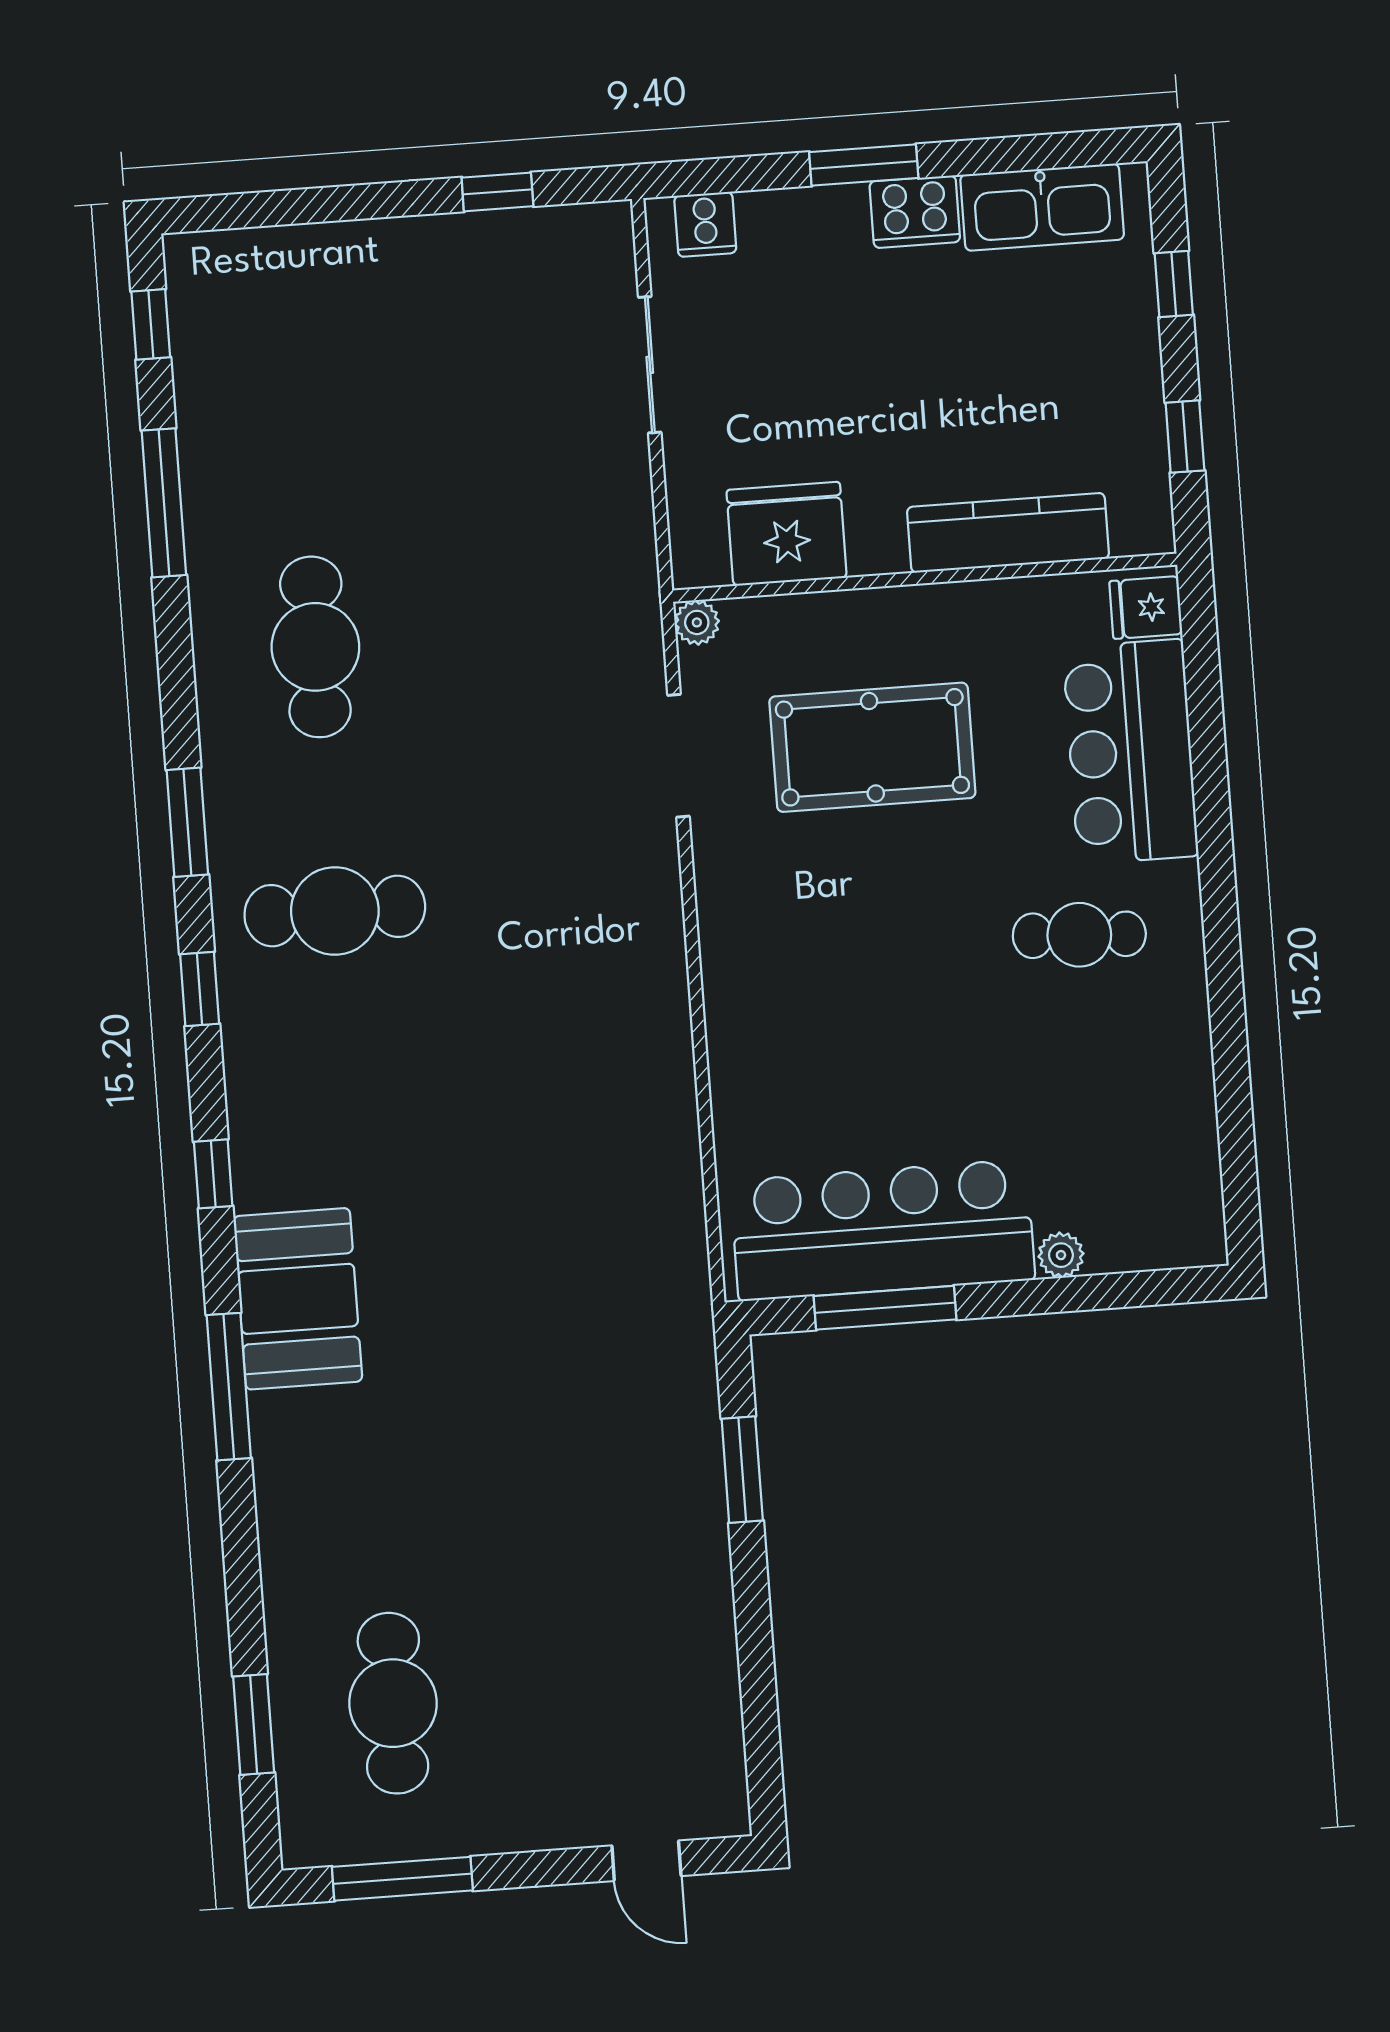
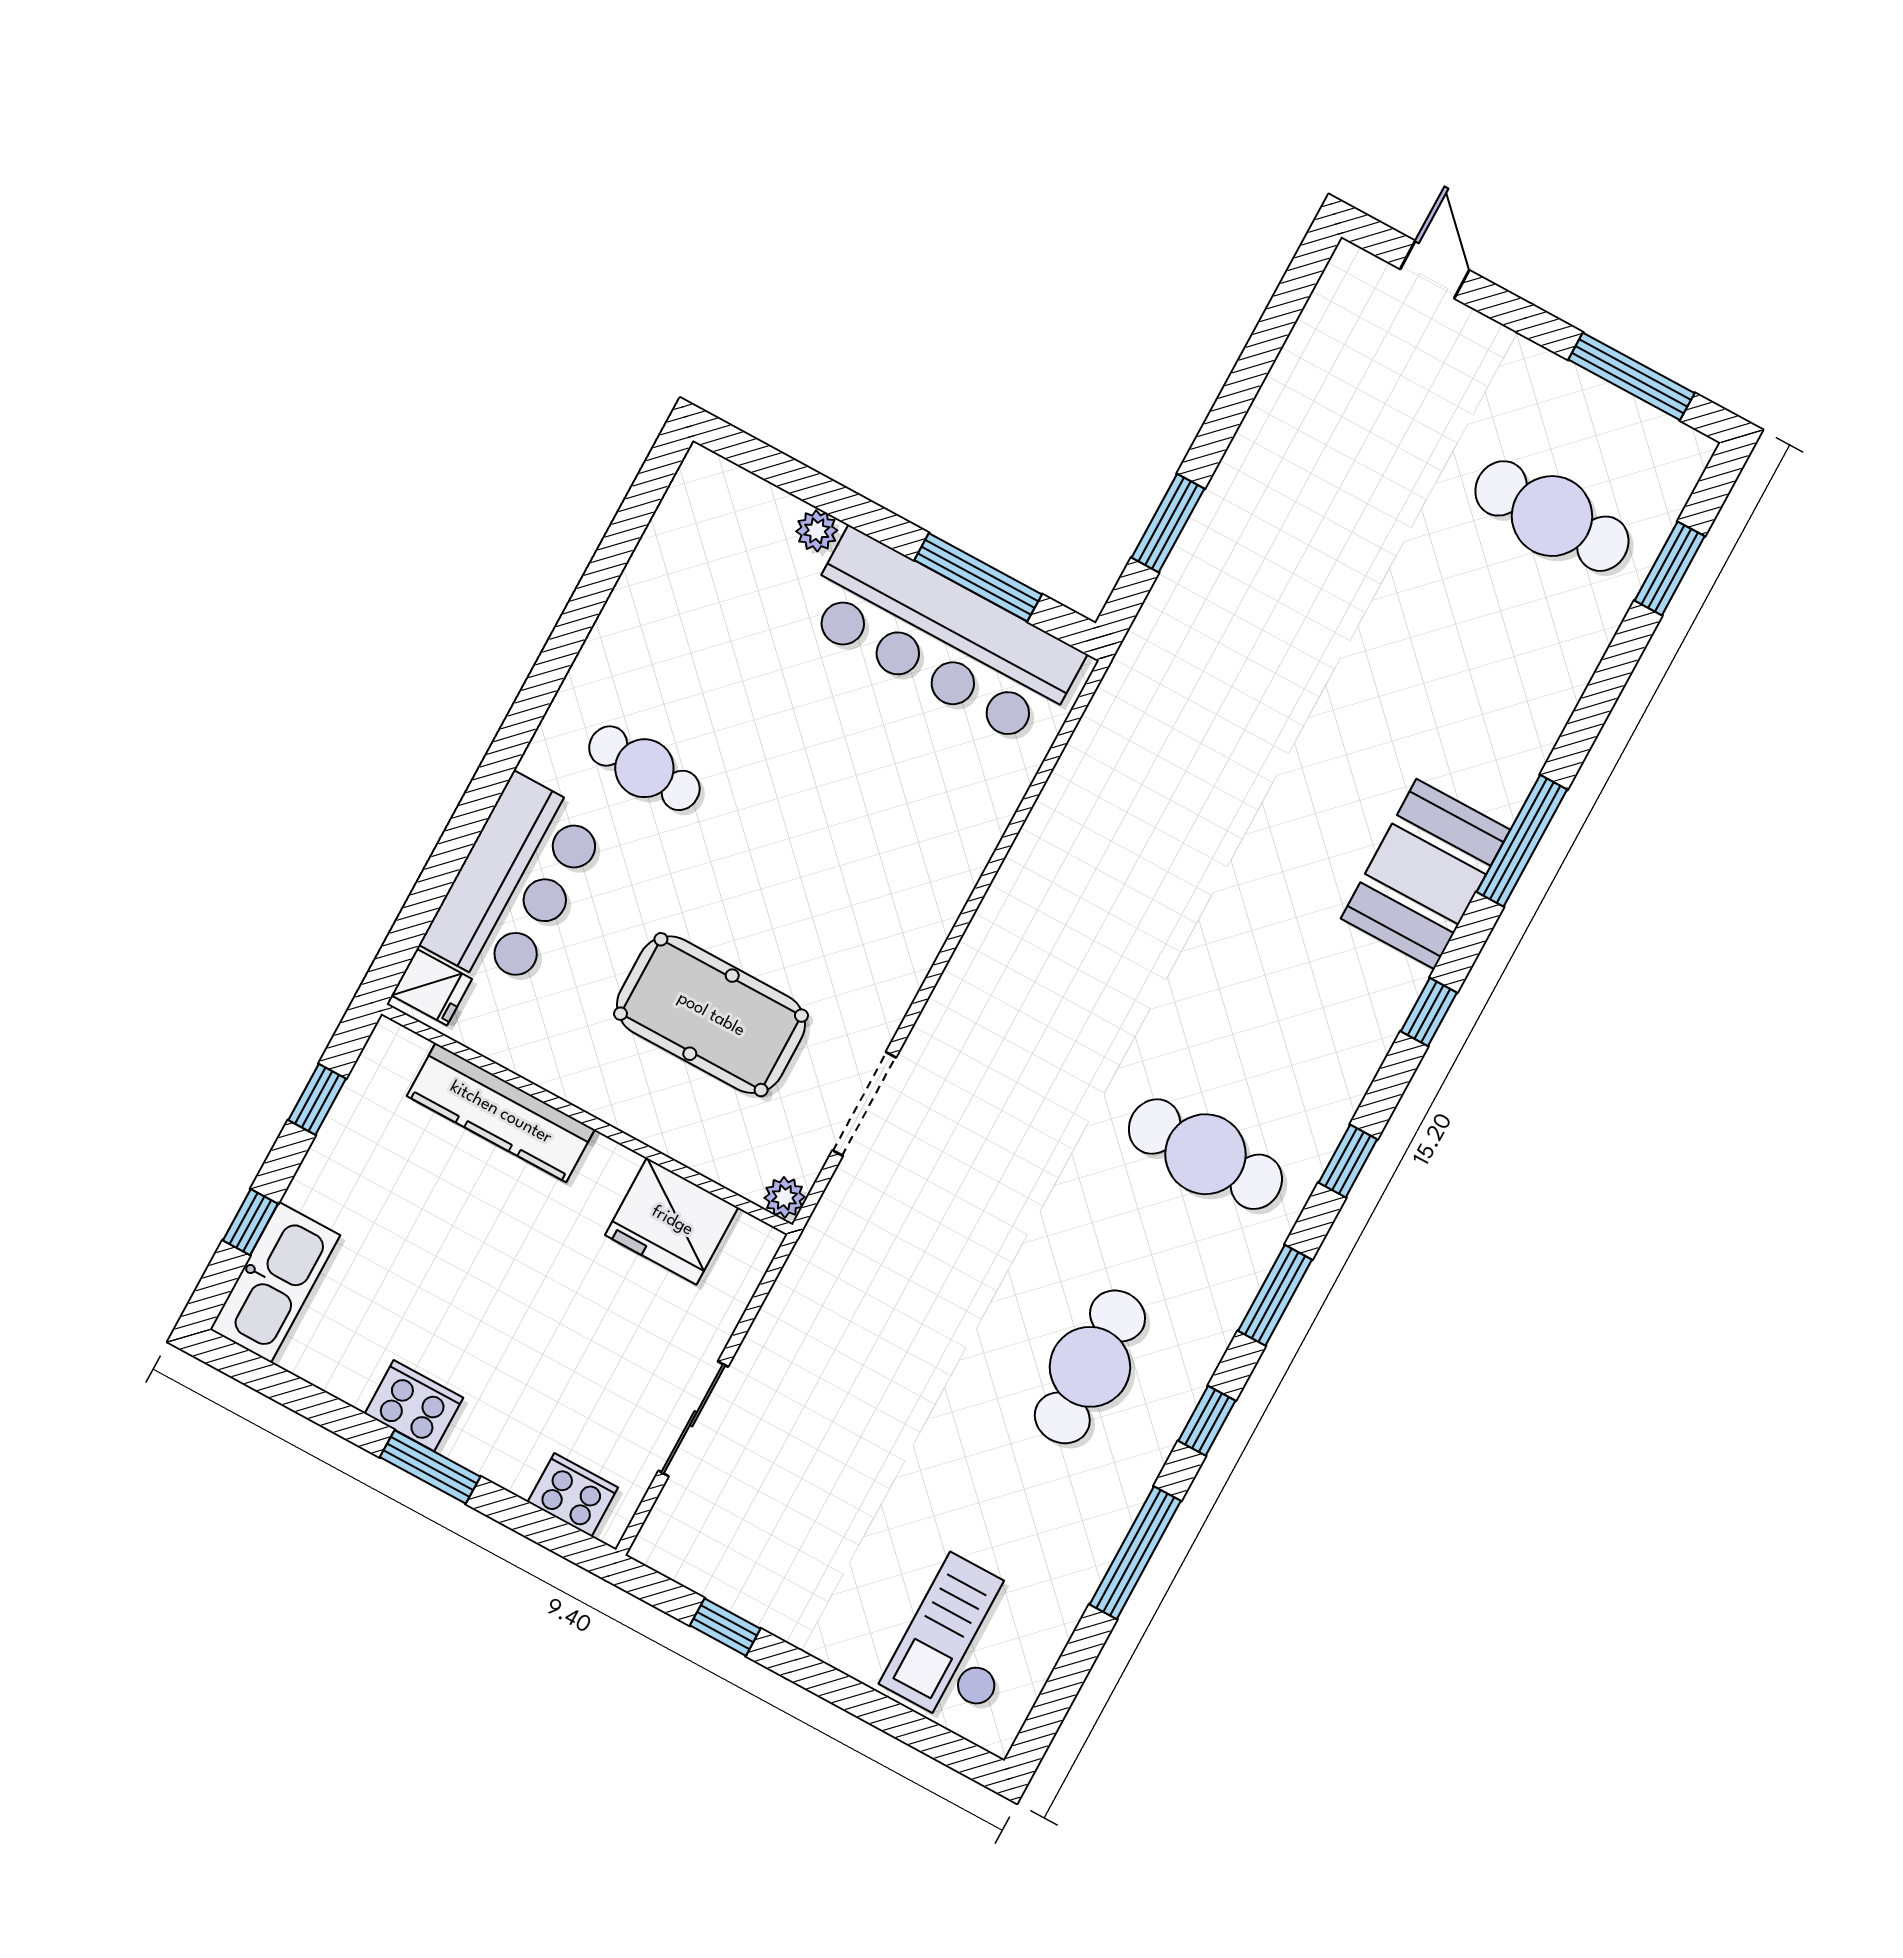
kitchen sink: (1042, 207) -> (275, 1282), moved, turned 90
cooker: (705, 224) -> (573, 1495), width x1.36
checkout: (271, 317) -> (961, 1643), added
window: (151, 324) -> (1207, 1421), moved
cafe table: (393, 1703) -> (1552, 516), turned 90

